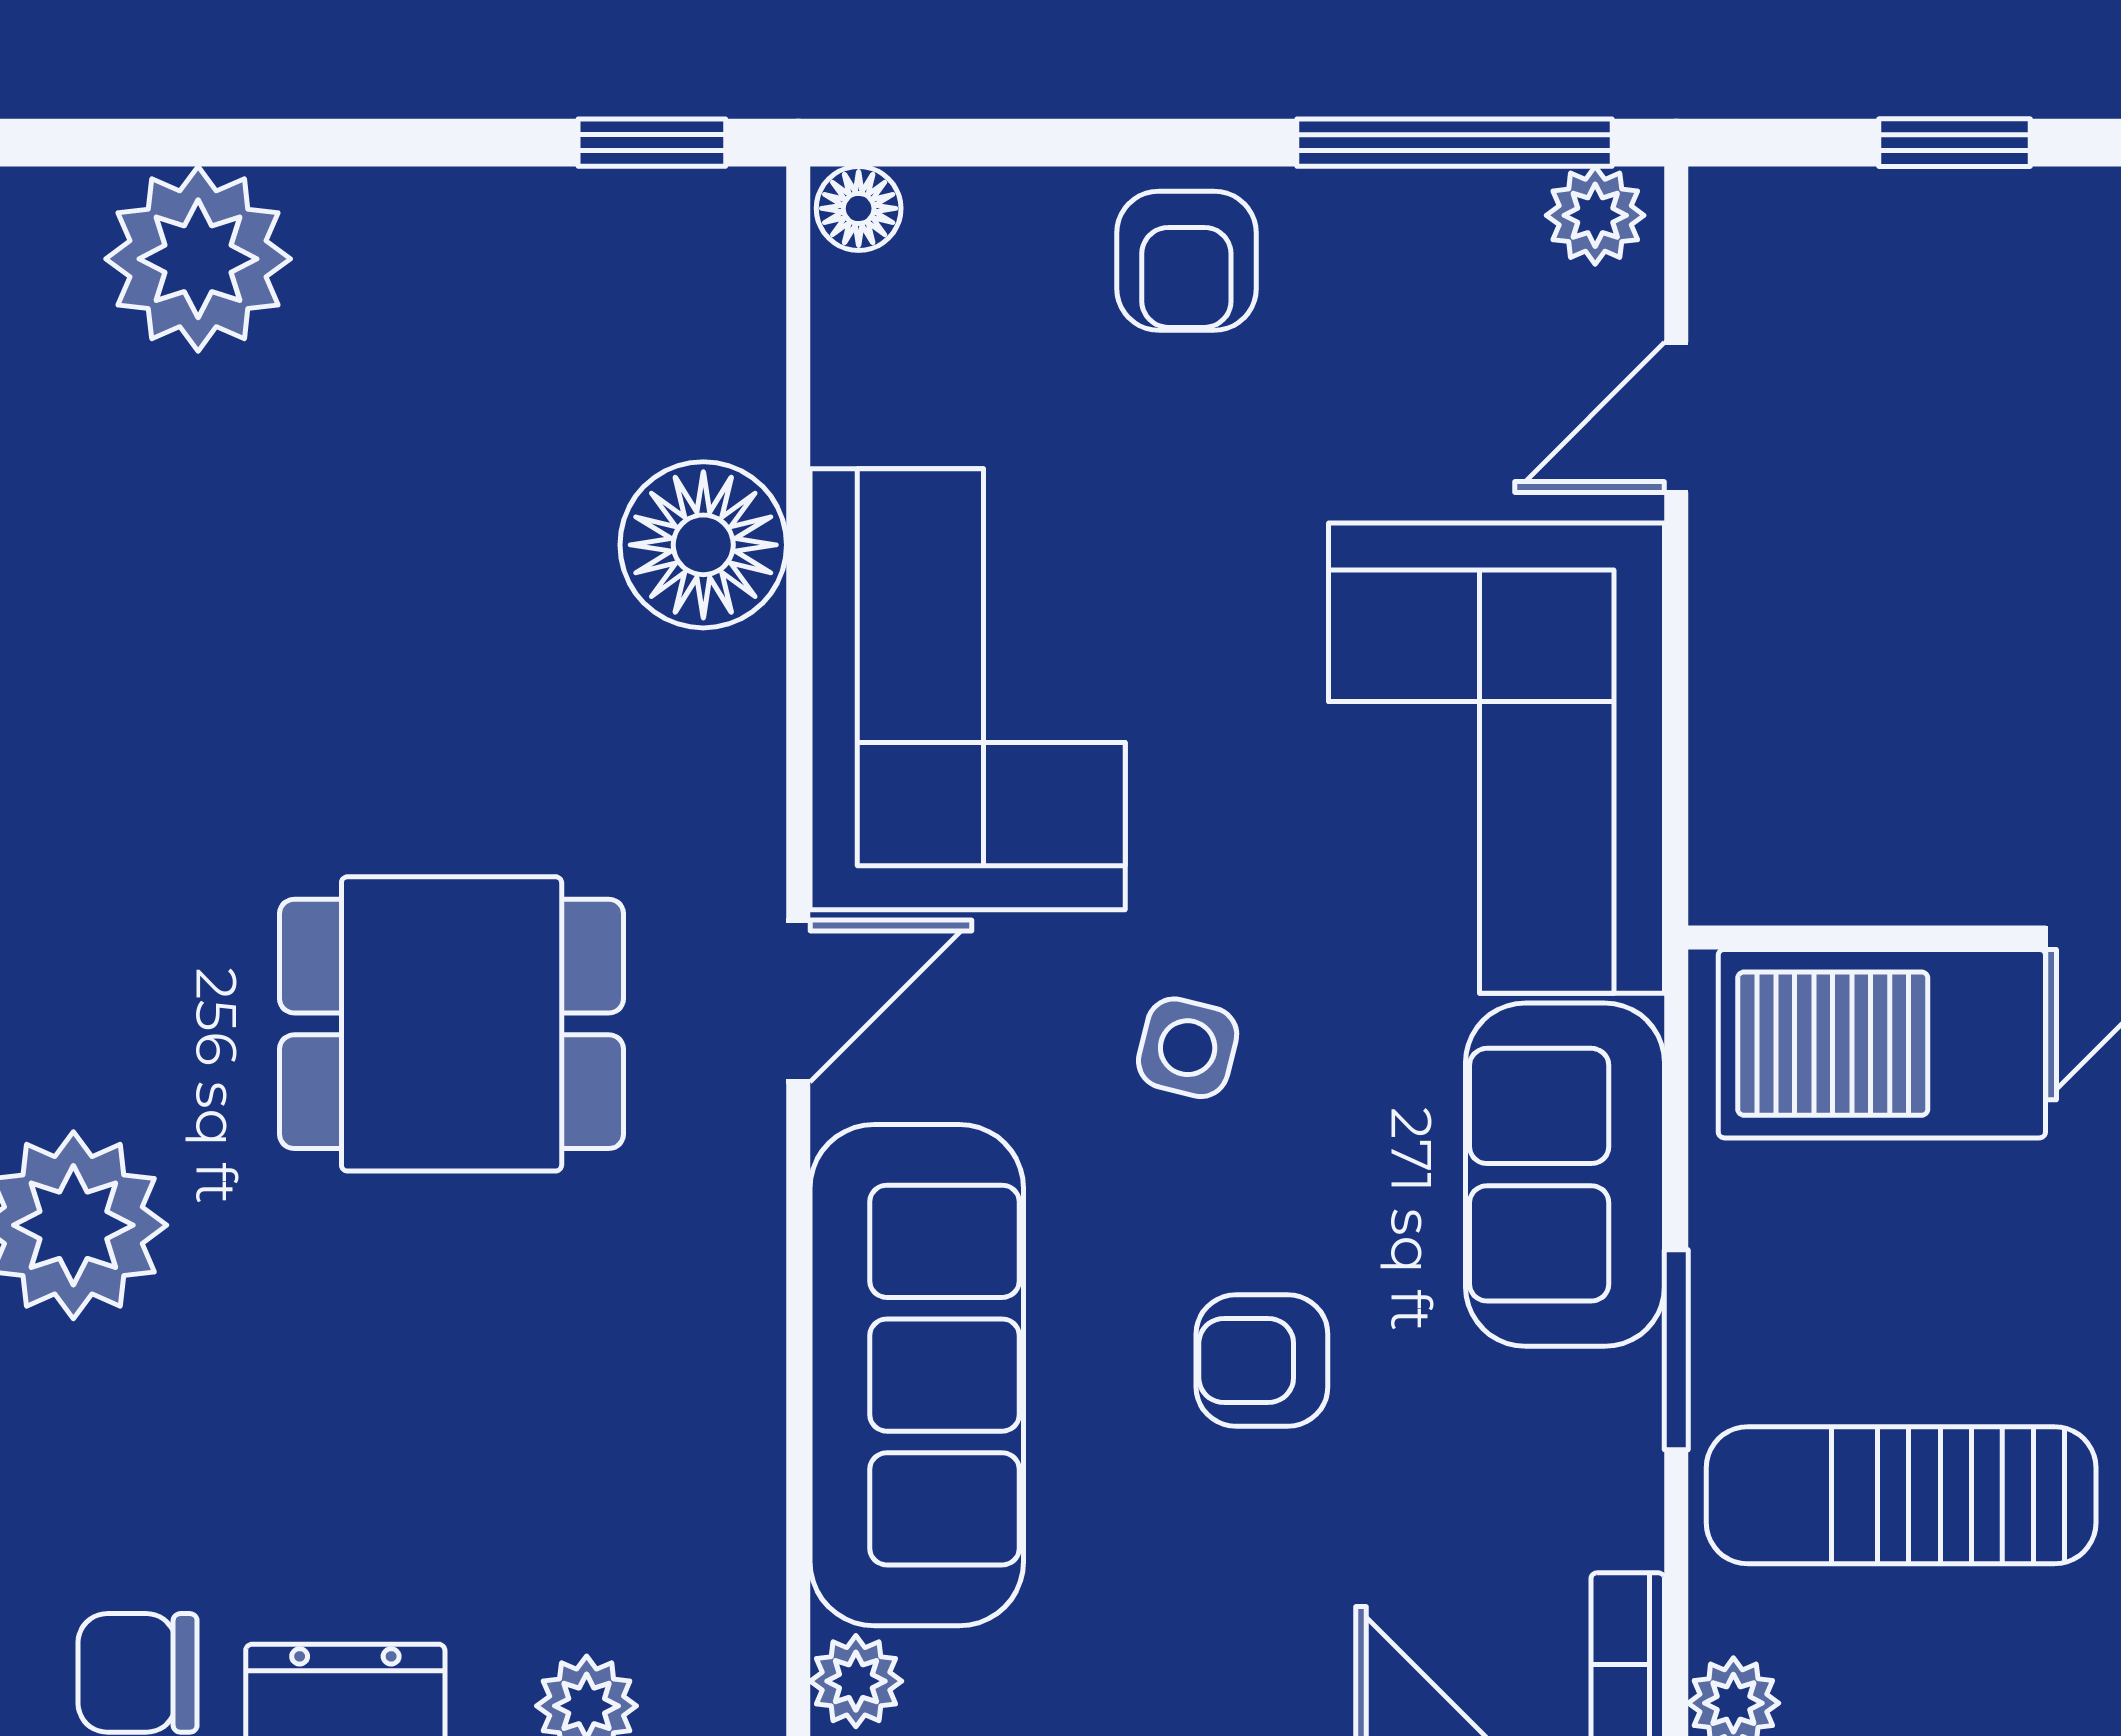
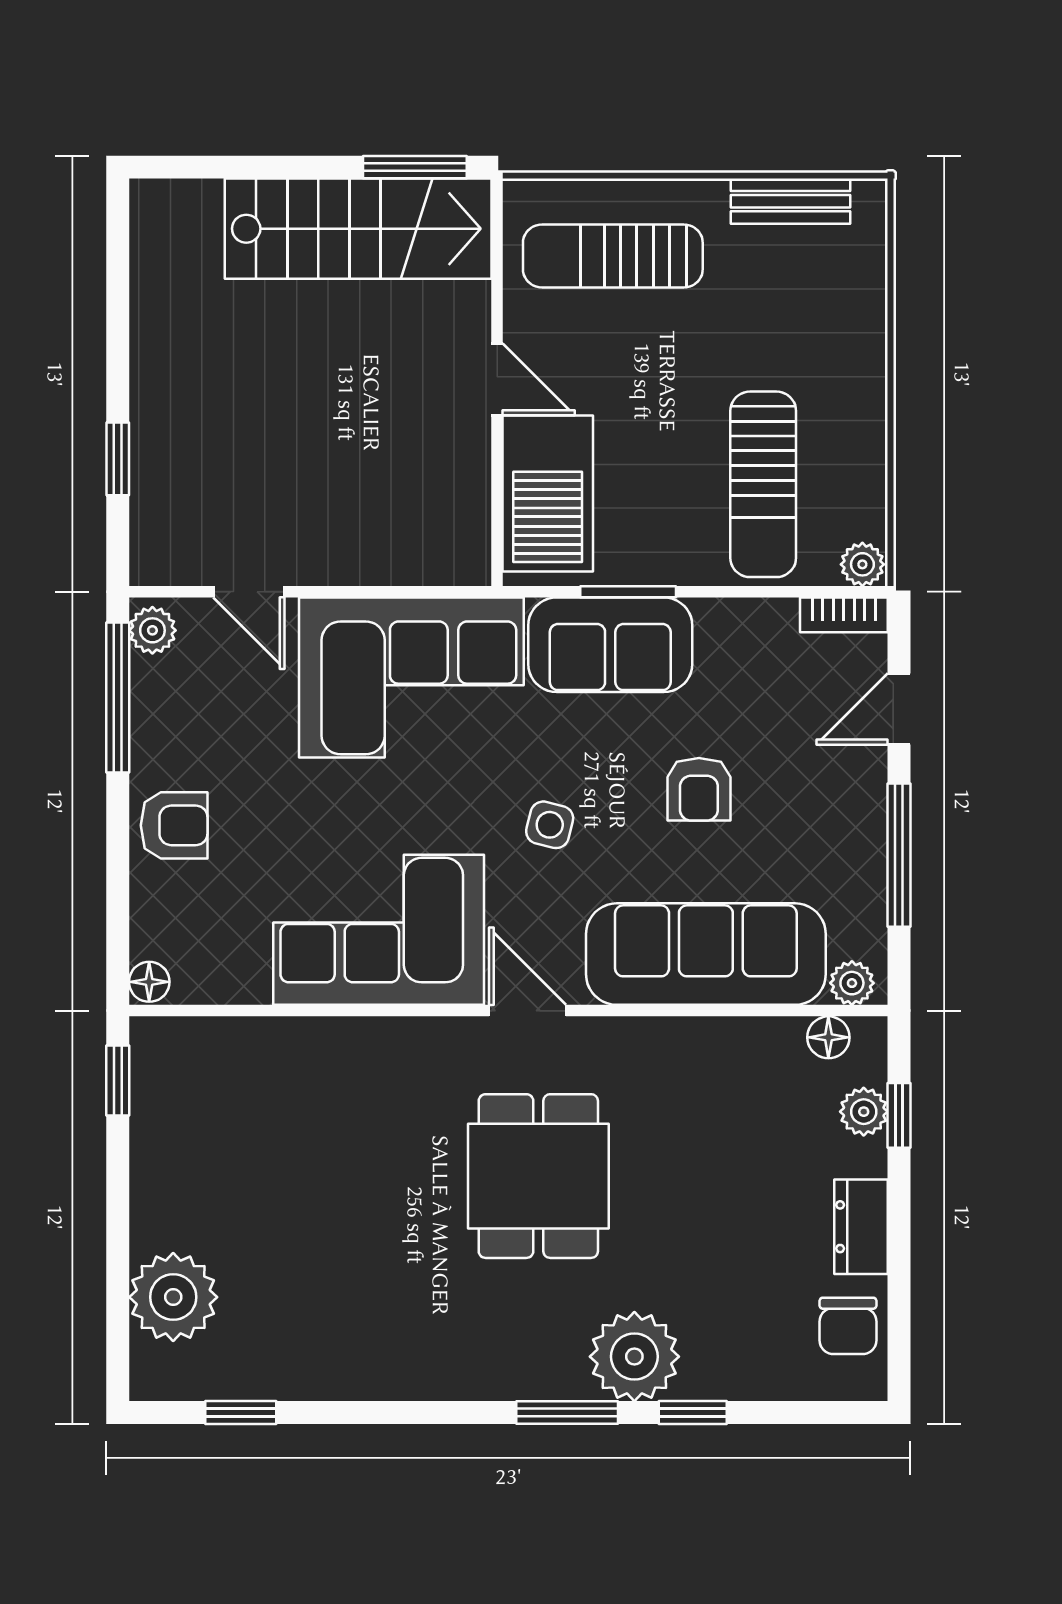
floor lamp: (703, 545) -> (828, 1037), moved, width x0.53, depth x0.53
window: (1676, 1350) -> (628, 592), moved

